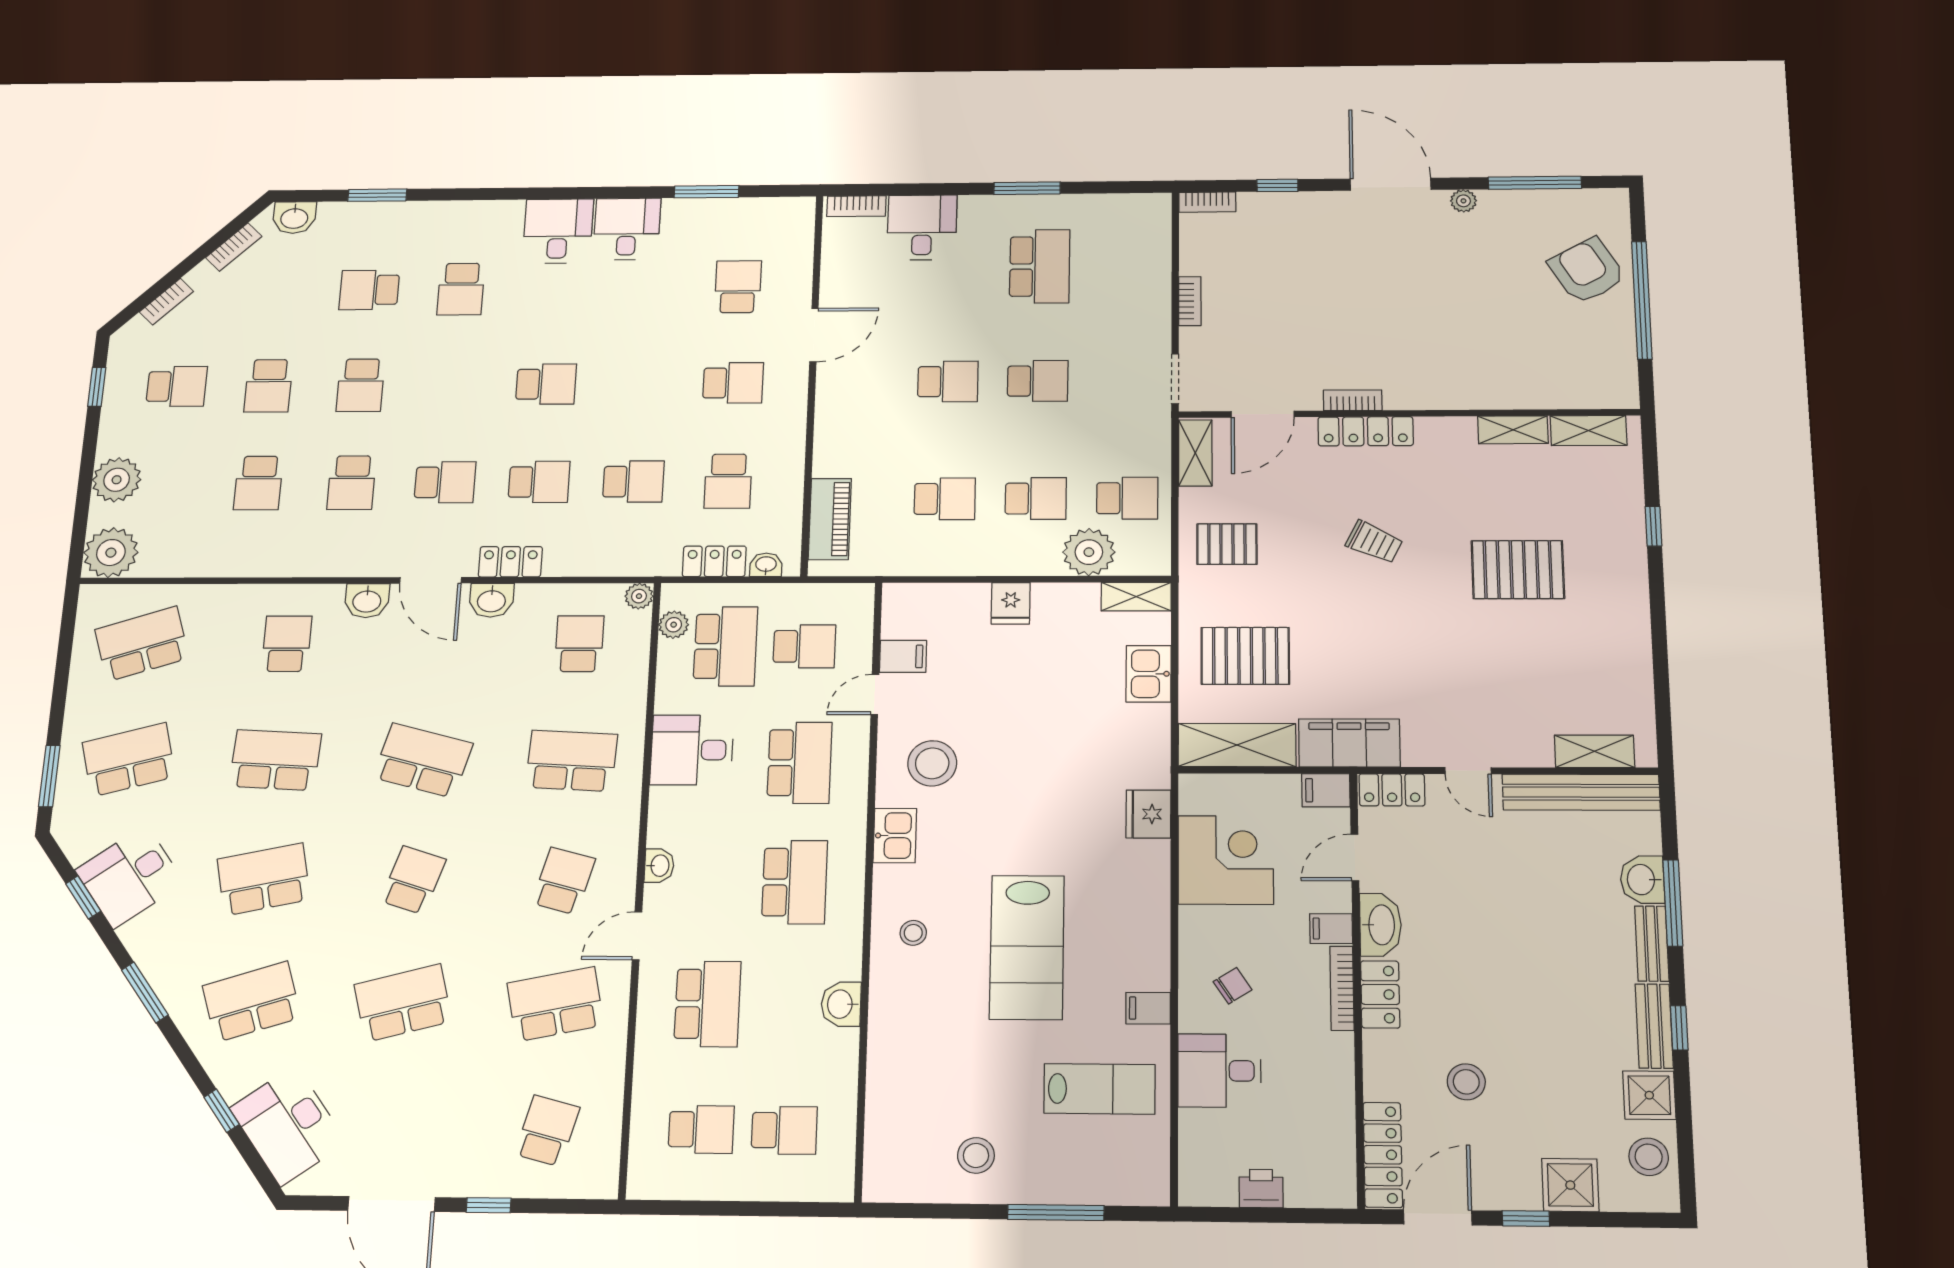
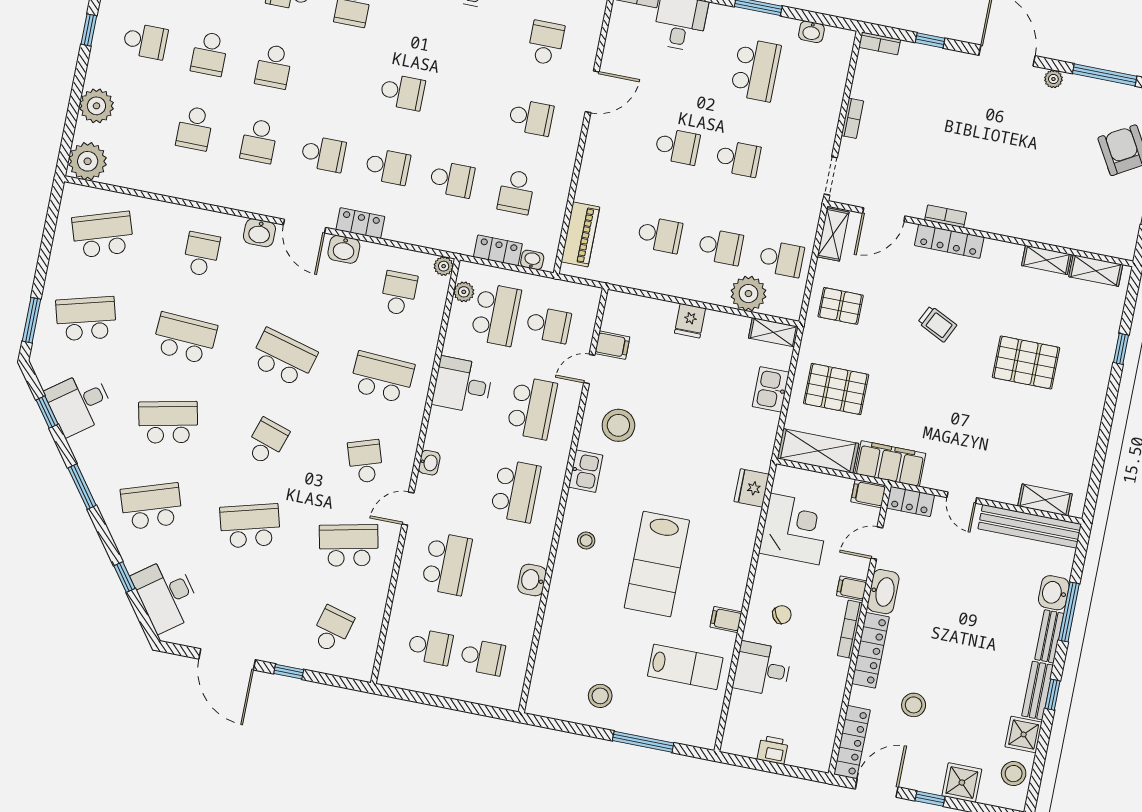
washbasin: (1108, 205) -> (811, 32), added
school desk: (564, 881) -> (365, 461), turned -33
locker: (1380, 994) -> (870, 650), width x1.53

